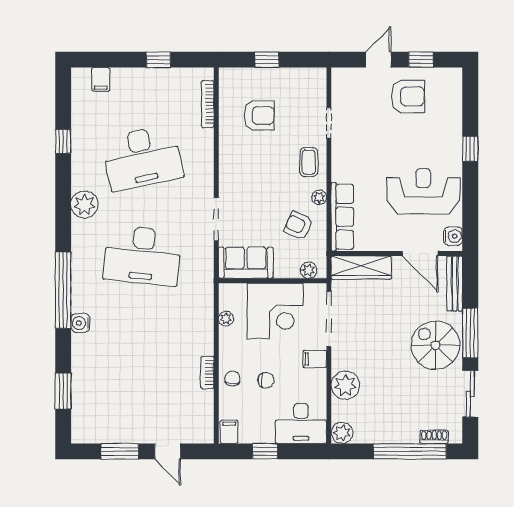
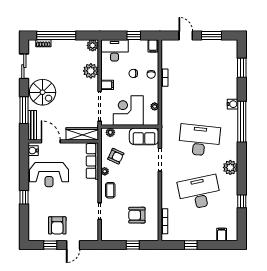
armchair: (408, 96) -> (57, 225), turned -90
window: (470, 333) -> (24, 110), moved

